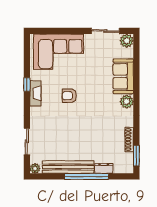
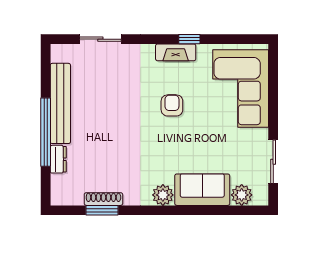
plant: (127, 41) -> (242, 195), moved
window: (136, 156) -> (102, 210), moved
plant: (35, 168) -> (58, 52), removed

